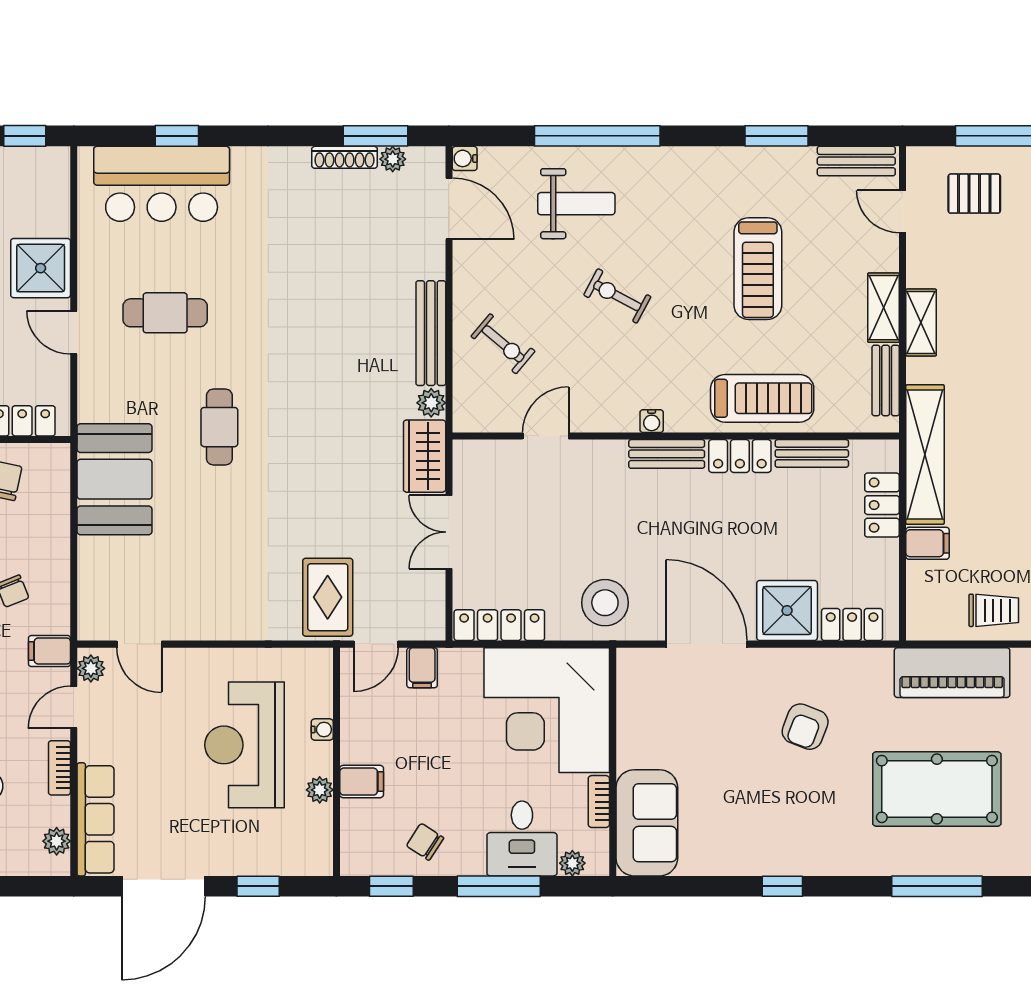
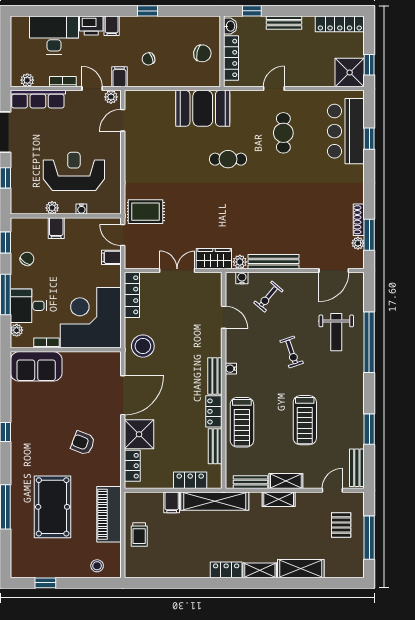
water cooler: (465, 158) -> (242, 278), moved
shower: (41, 268) -> (350, 72), moved
treadmill: (758, 269) -> (305, 420), turned -90
exercise bike: (617, 296) -> (292, 352), turned 133

